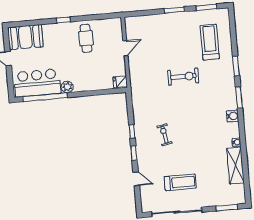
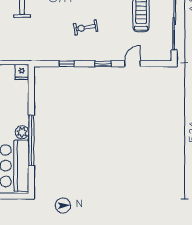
window: (45, 97) -> (31, 140), moved
window: (132, 131) -> (67, 64), moved

